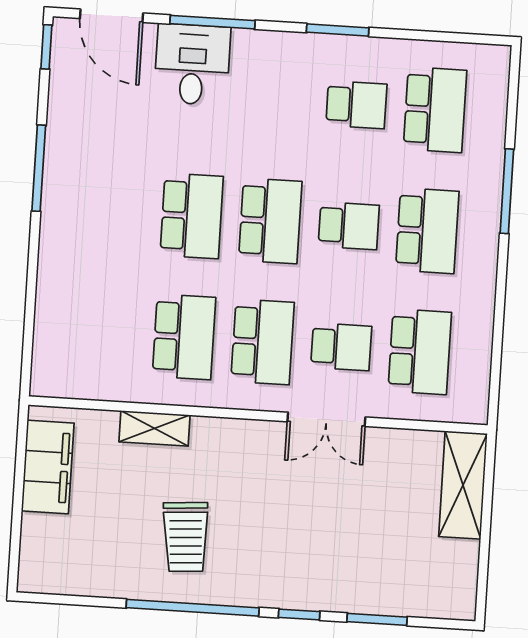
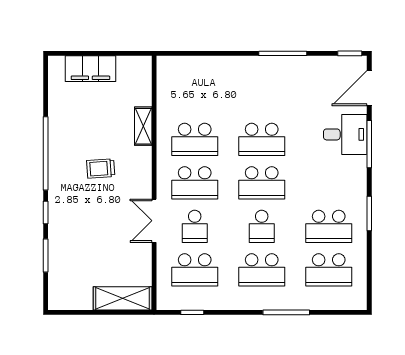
school desk: (356, 105) -> (329, 226), width x1.85
window: (496, 361) -> (192, 312), added
filing cabinet: (48, 467) -> (90, 69), moved
trolley: (186, 537) -> (101, 168), moved, width x0.73, depth x0.72

